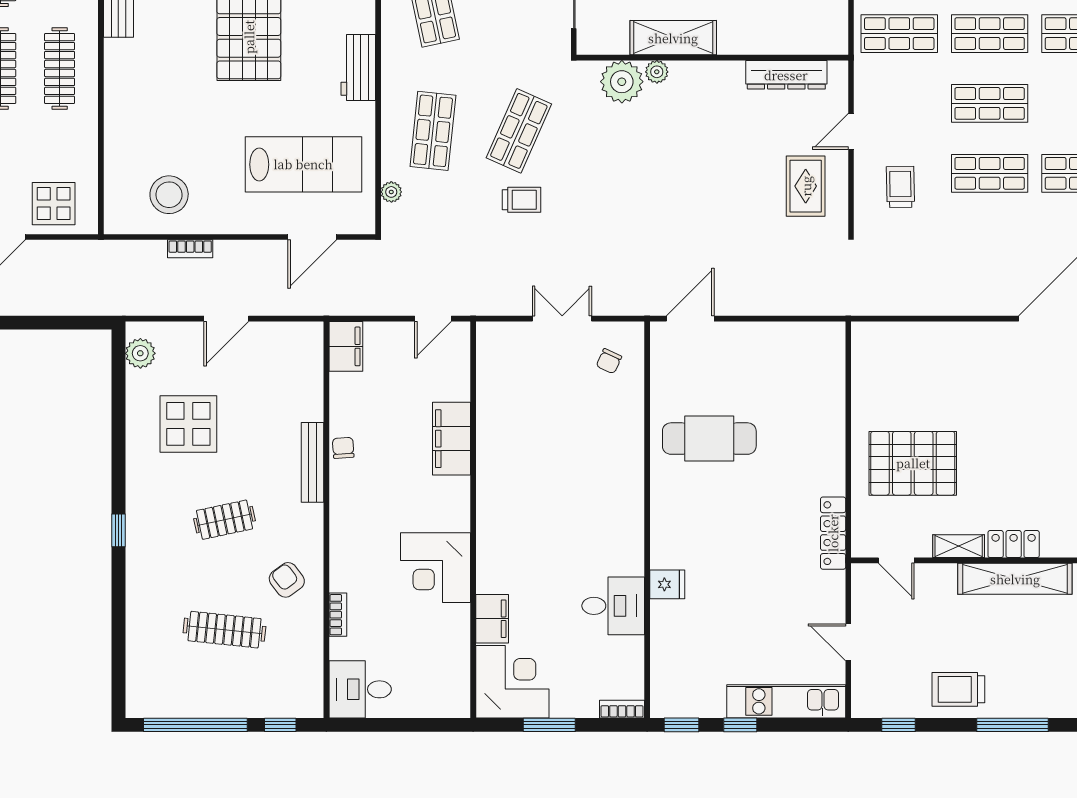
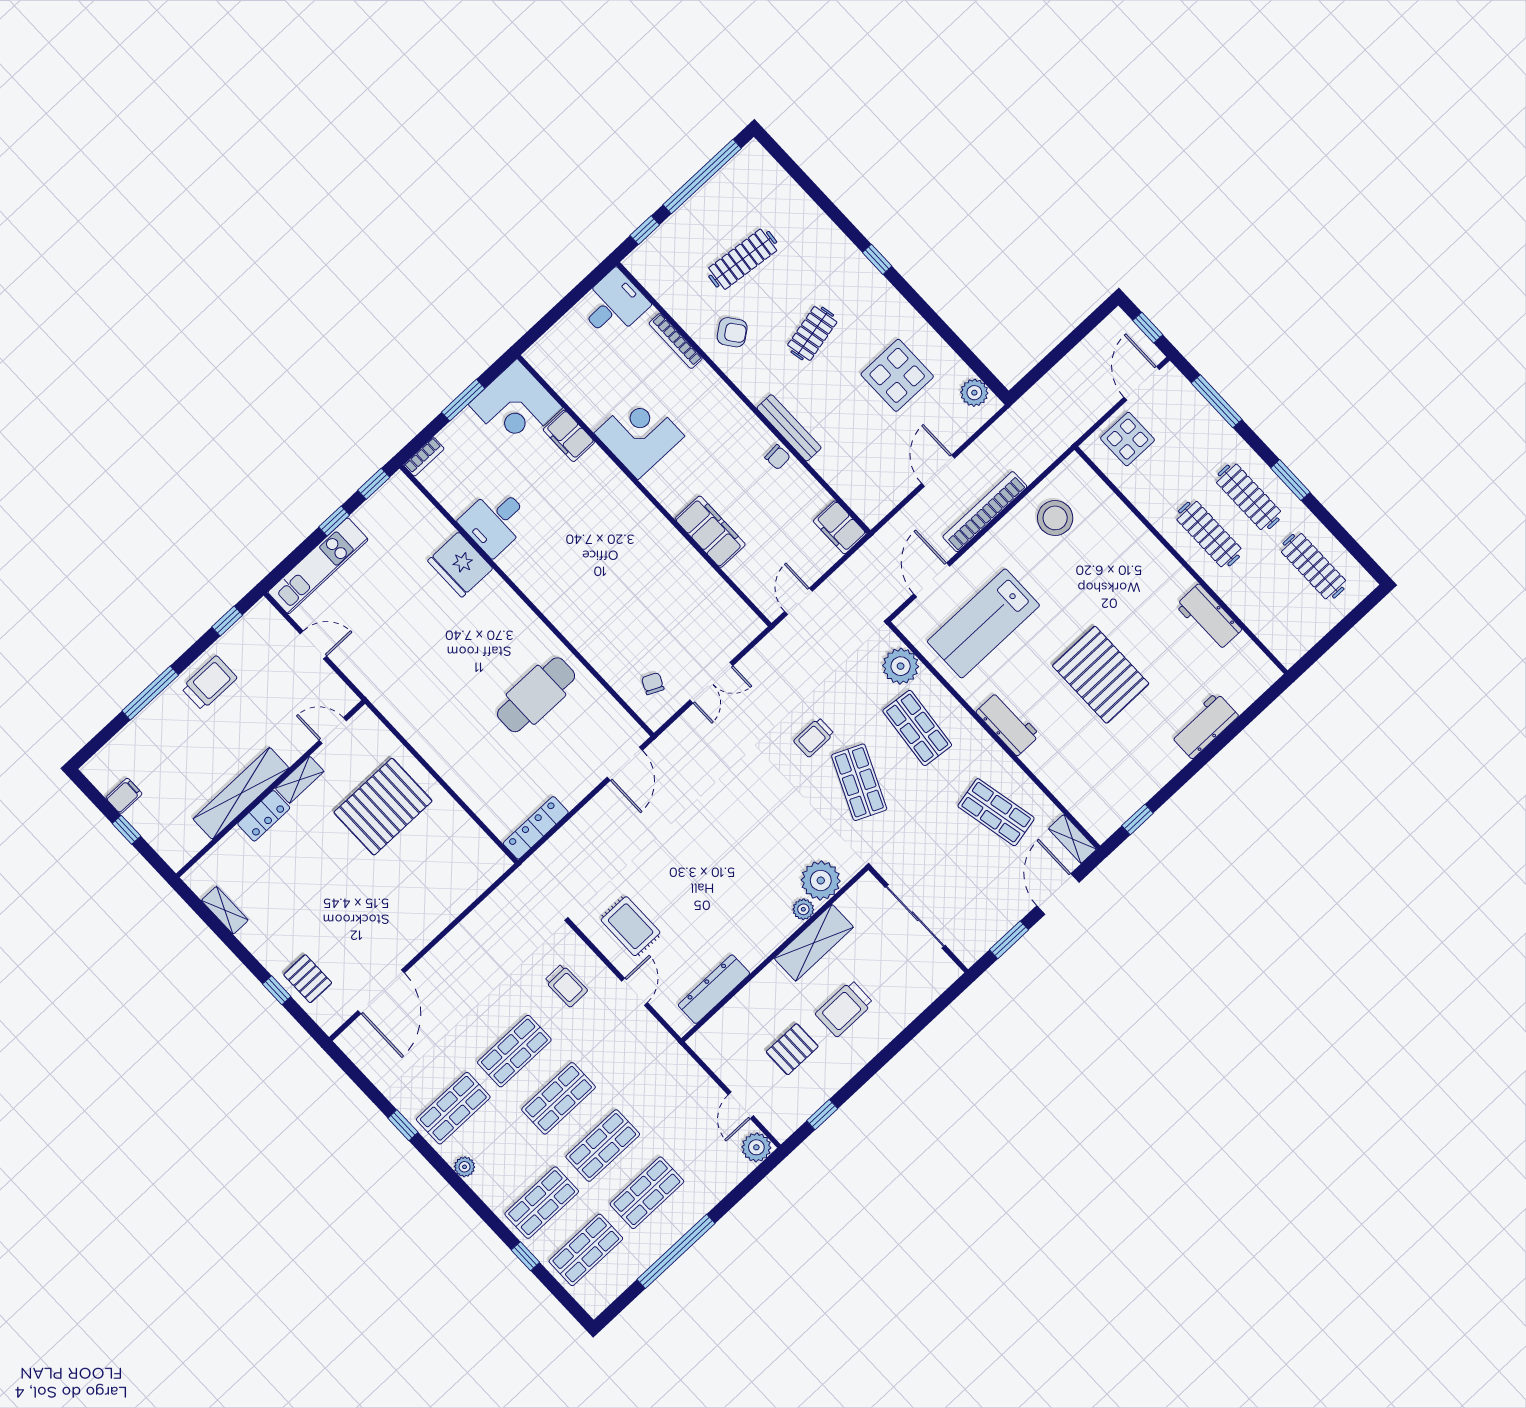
shop shelf: (899, 34) -> (664, 1088), removed
plant: (391, 192) -> (901, 666), width x1.88, depth x1.88
bookcase: (190, 249) -> (985, 512), width x2.31, depth x1.31
locker: (833, 533) -> (536, 828), moved, turned -90
fridge: (667, 584) -> (460, 565), width x1.88, depth x1.34
bookcase: (338, 615) -> (676, 341), width x1.56

